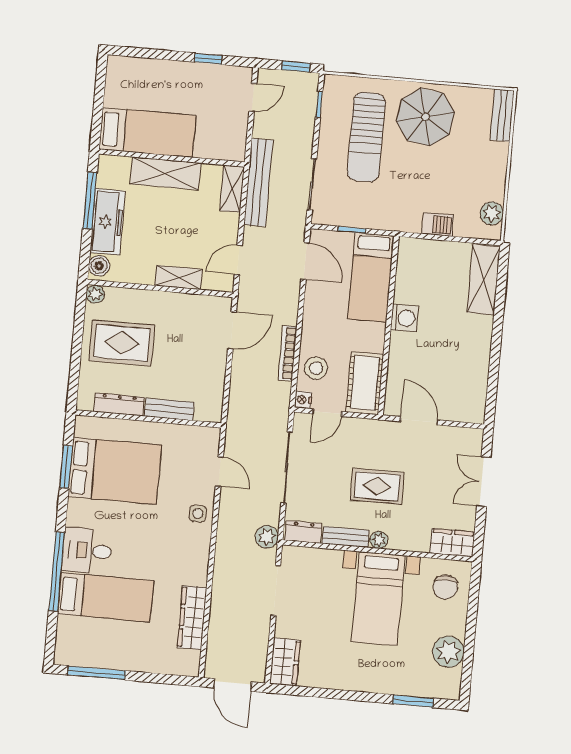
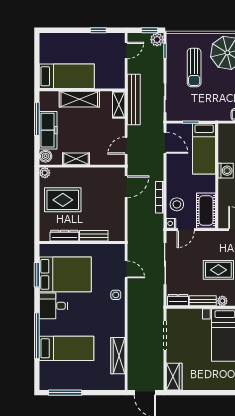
sun lounger: (366, 137) -> (194, 68), width x0.73, depth x0.75
shelving: (178, 277) -> (76, 159), moved
plant: (267, 537) -> (157, 40), moved
desk: (87, 551) -> (53, 306), moved

